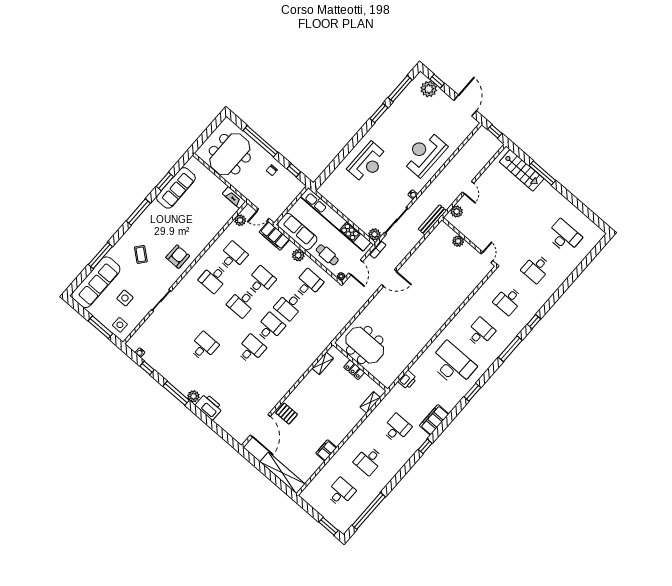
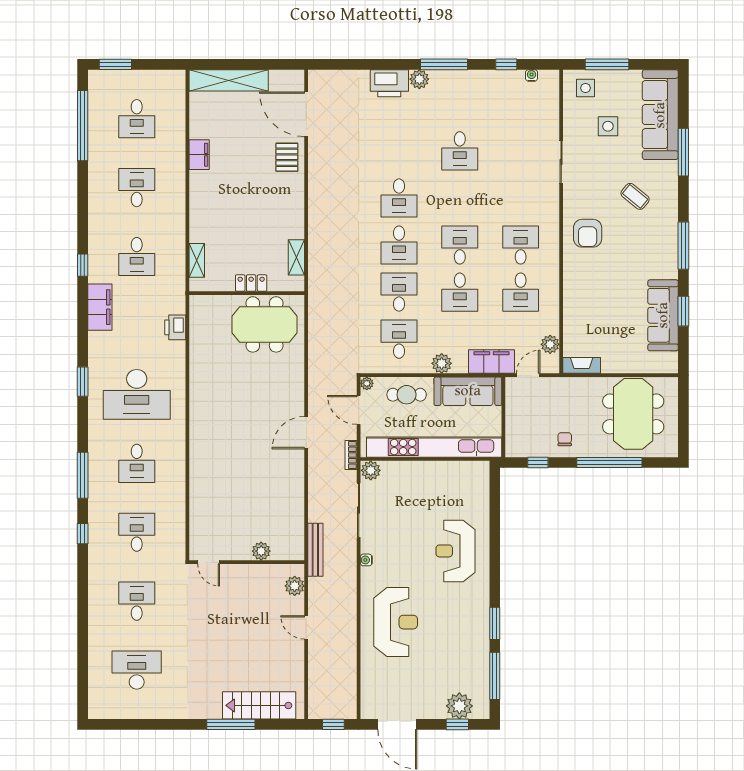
desk: (564, 236) -> (137, 670), turned 180
desk: (308, 284) -> (399, 339), turned 180
pallet: (287, 414) -> (287, 157), turned 90

